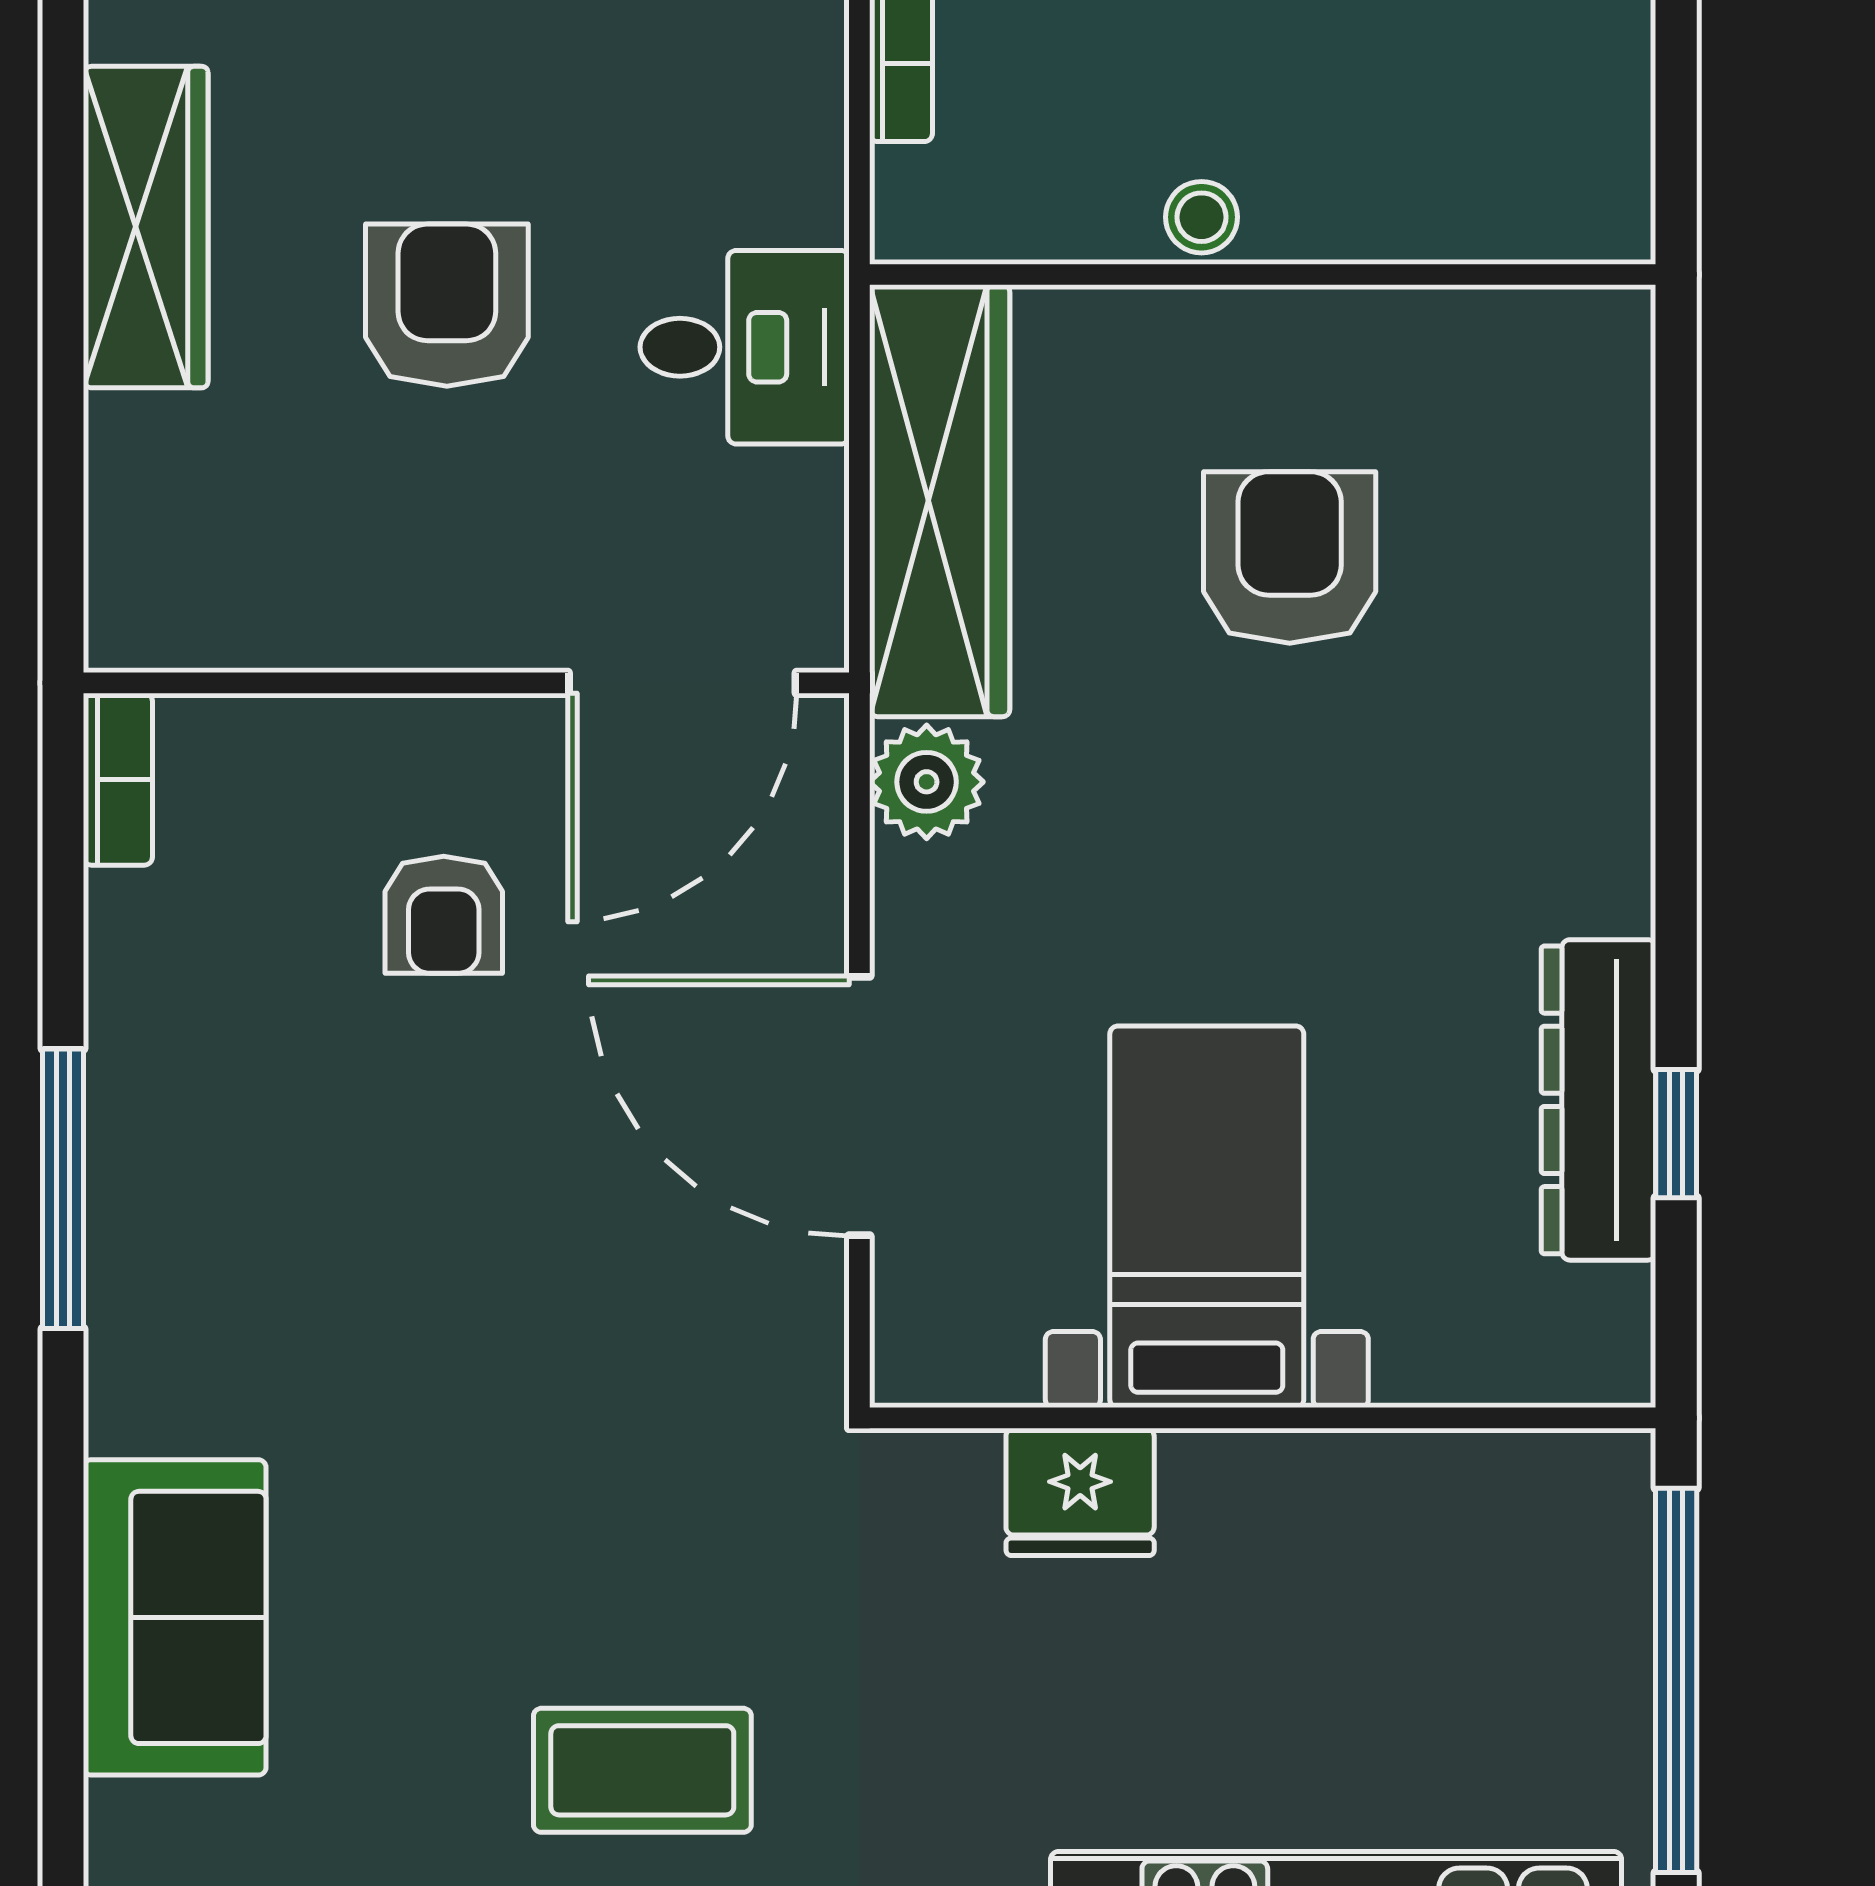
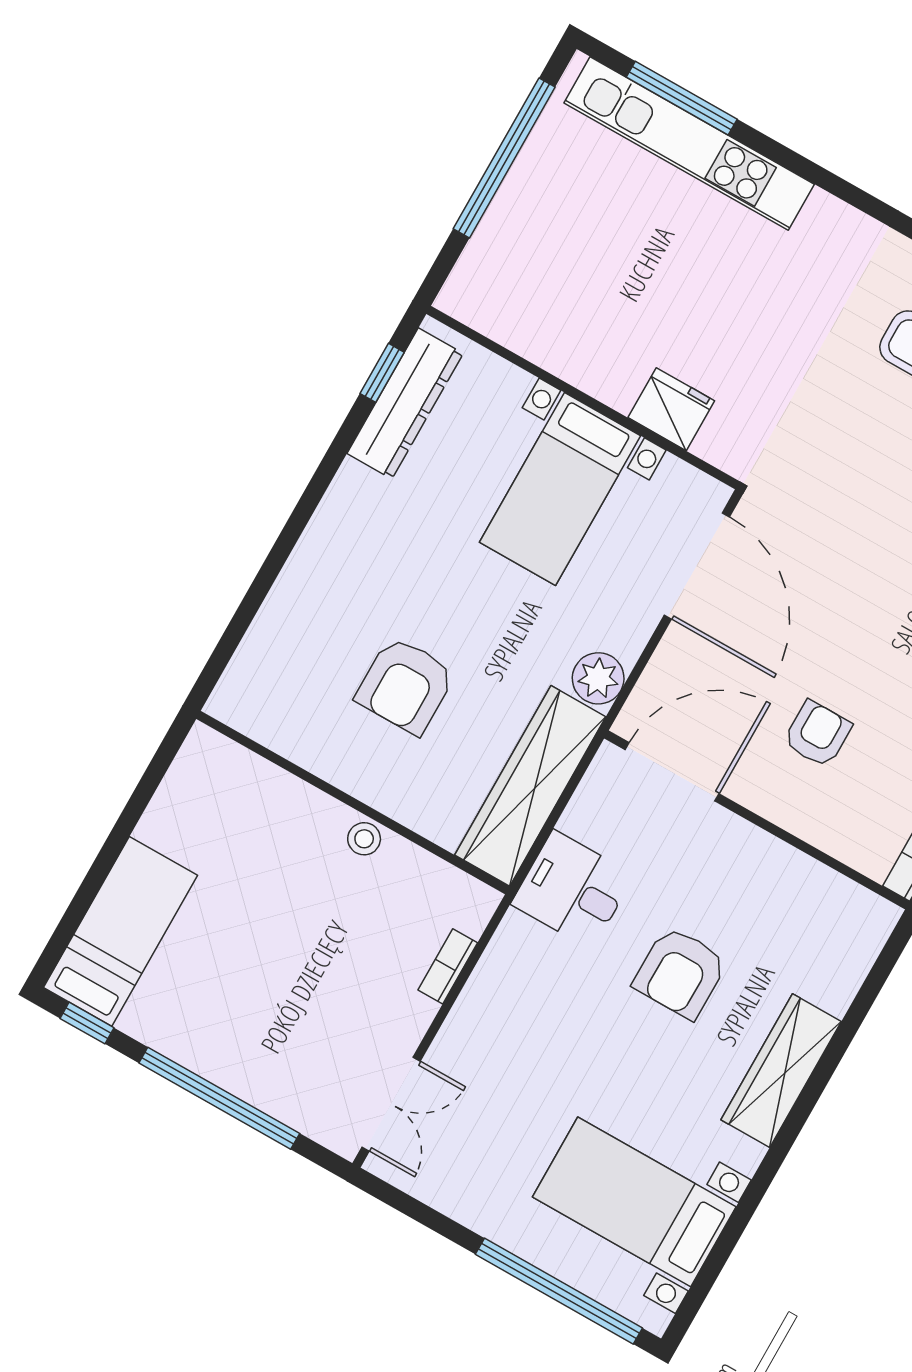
bed with nightstands: (1207, 1217) -> (560, 489), moved
wall: (1263, 1418) -> (583, 397), moved
fridge: (1080, 1492) -> (671, 409), moved

